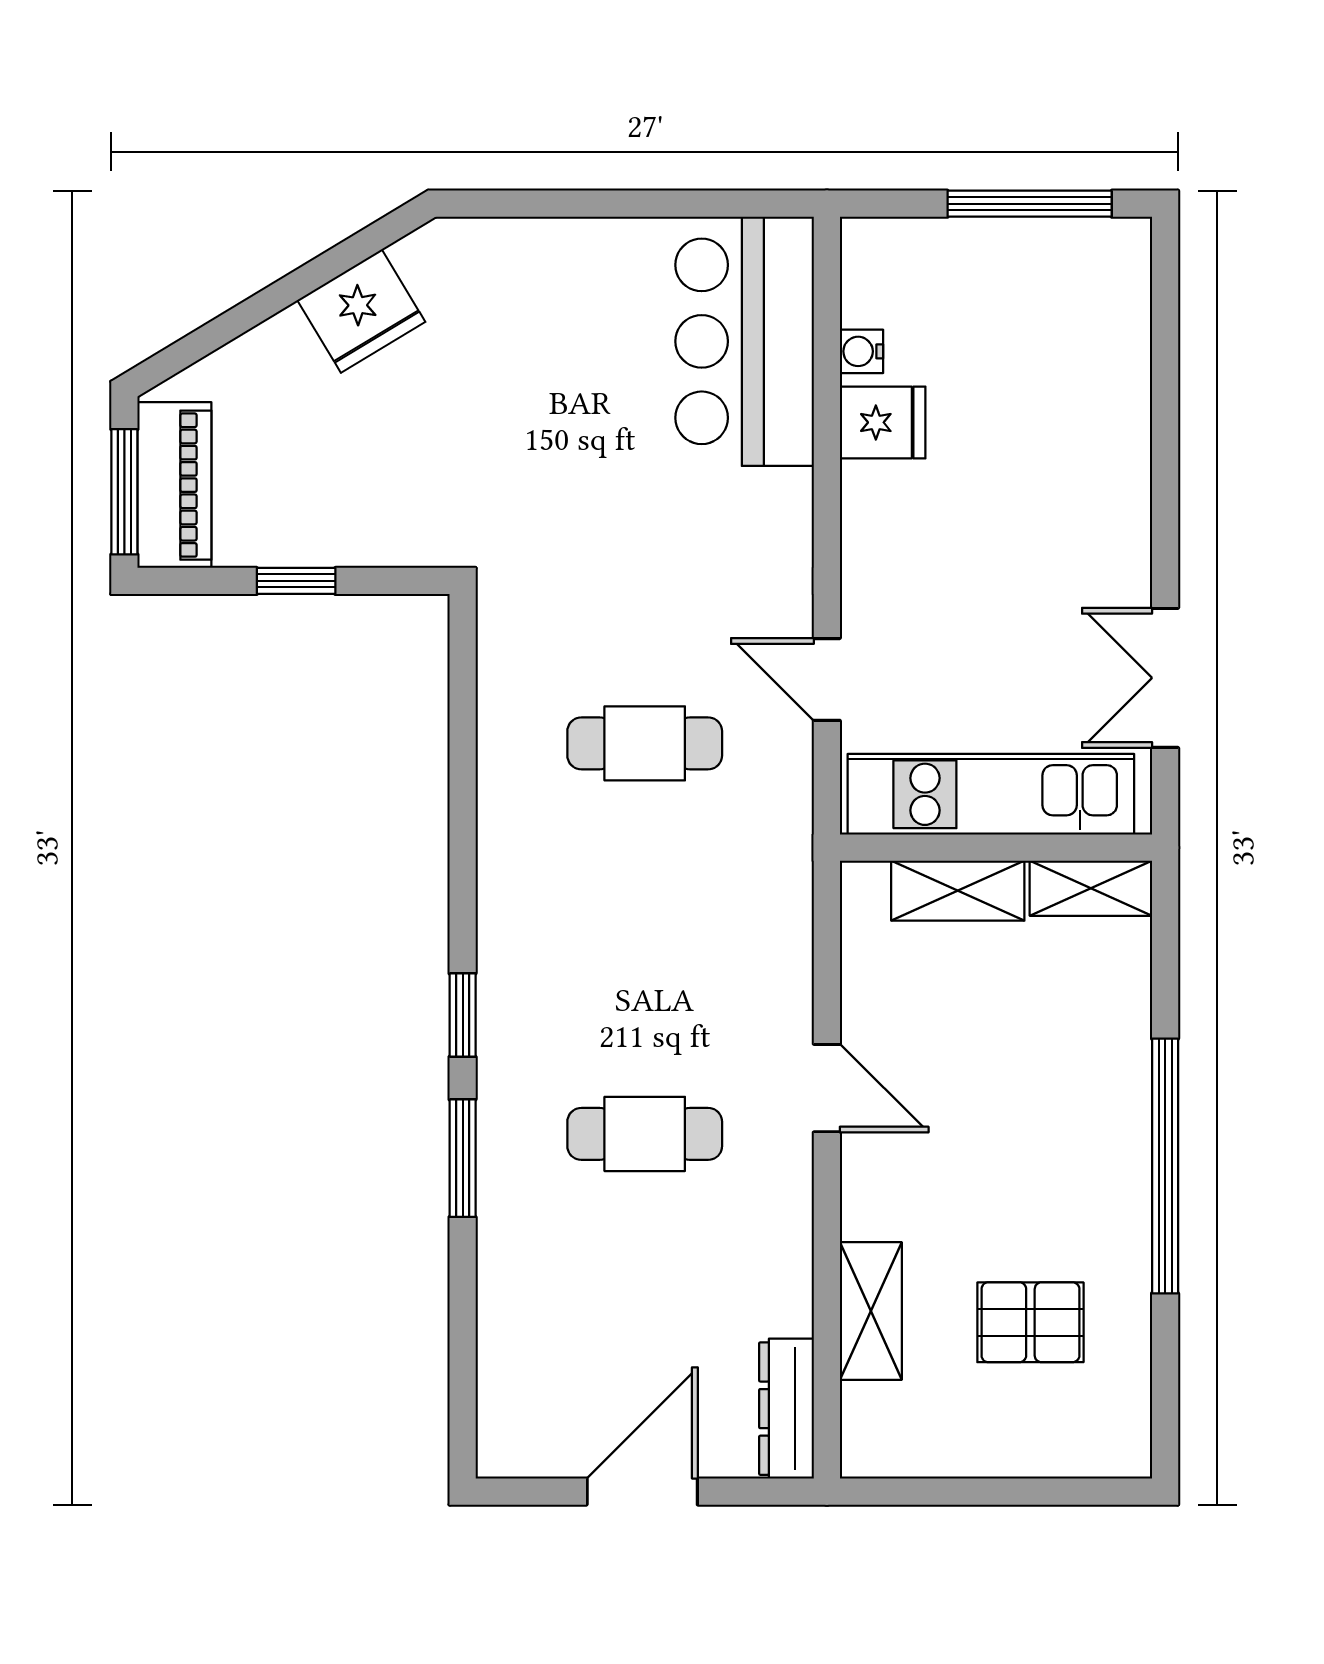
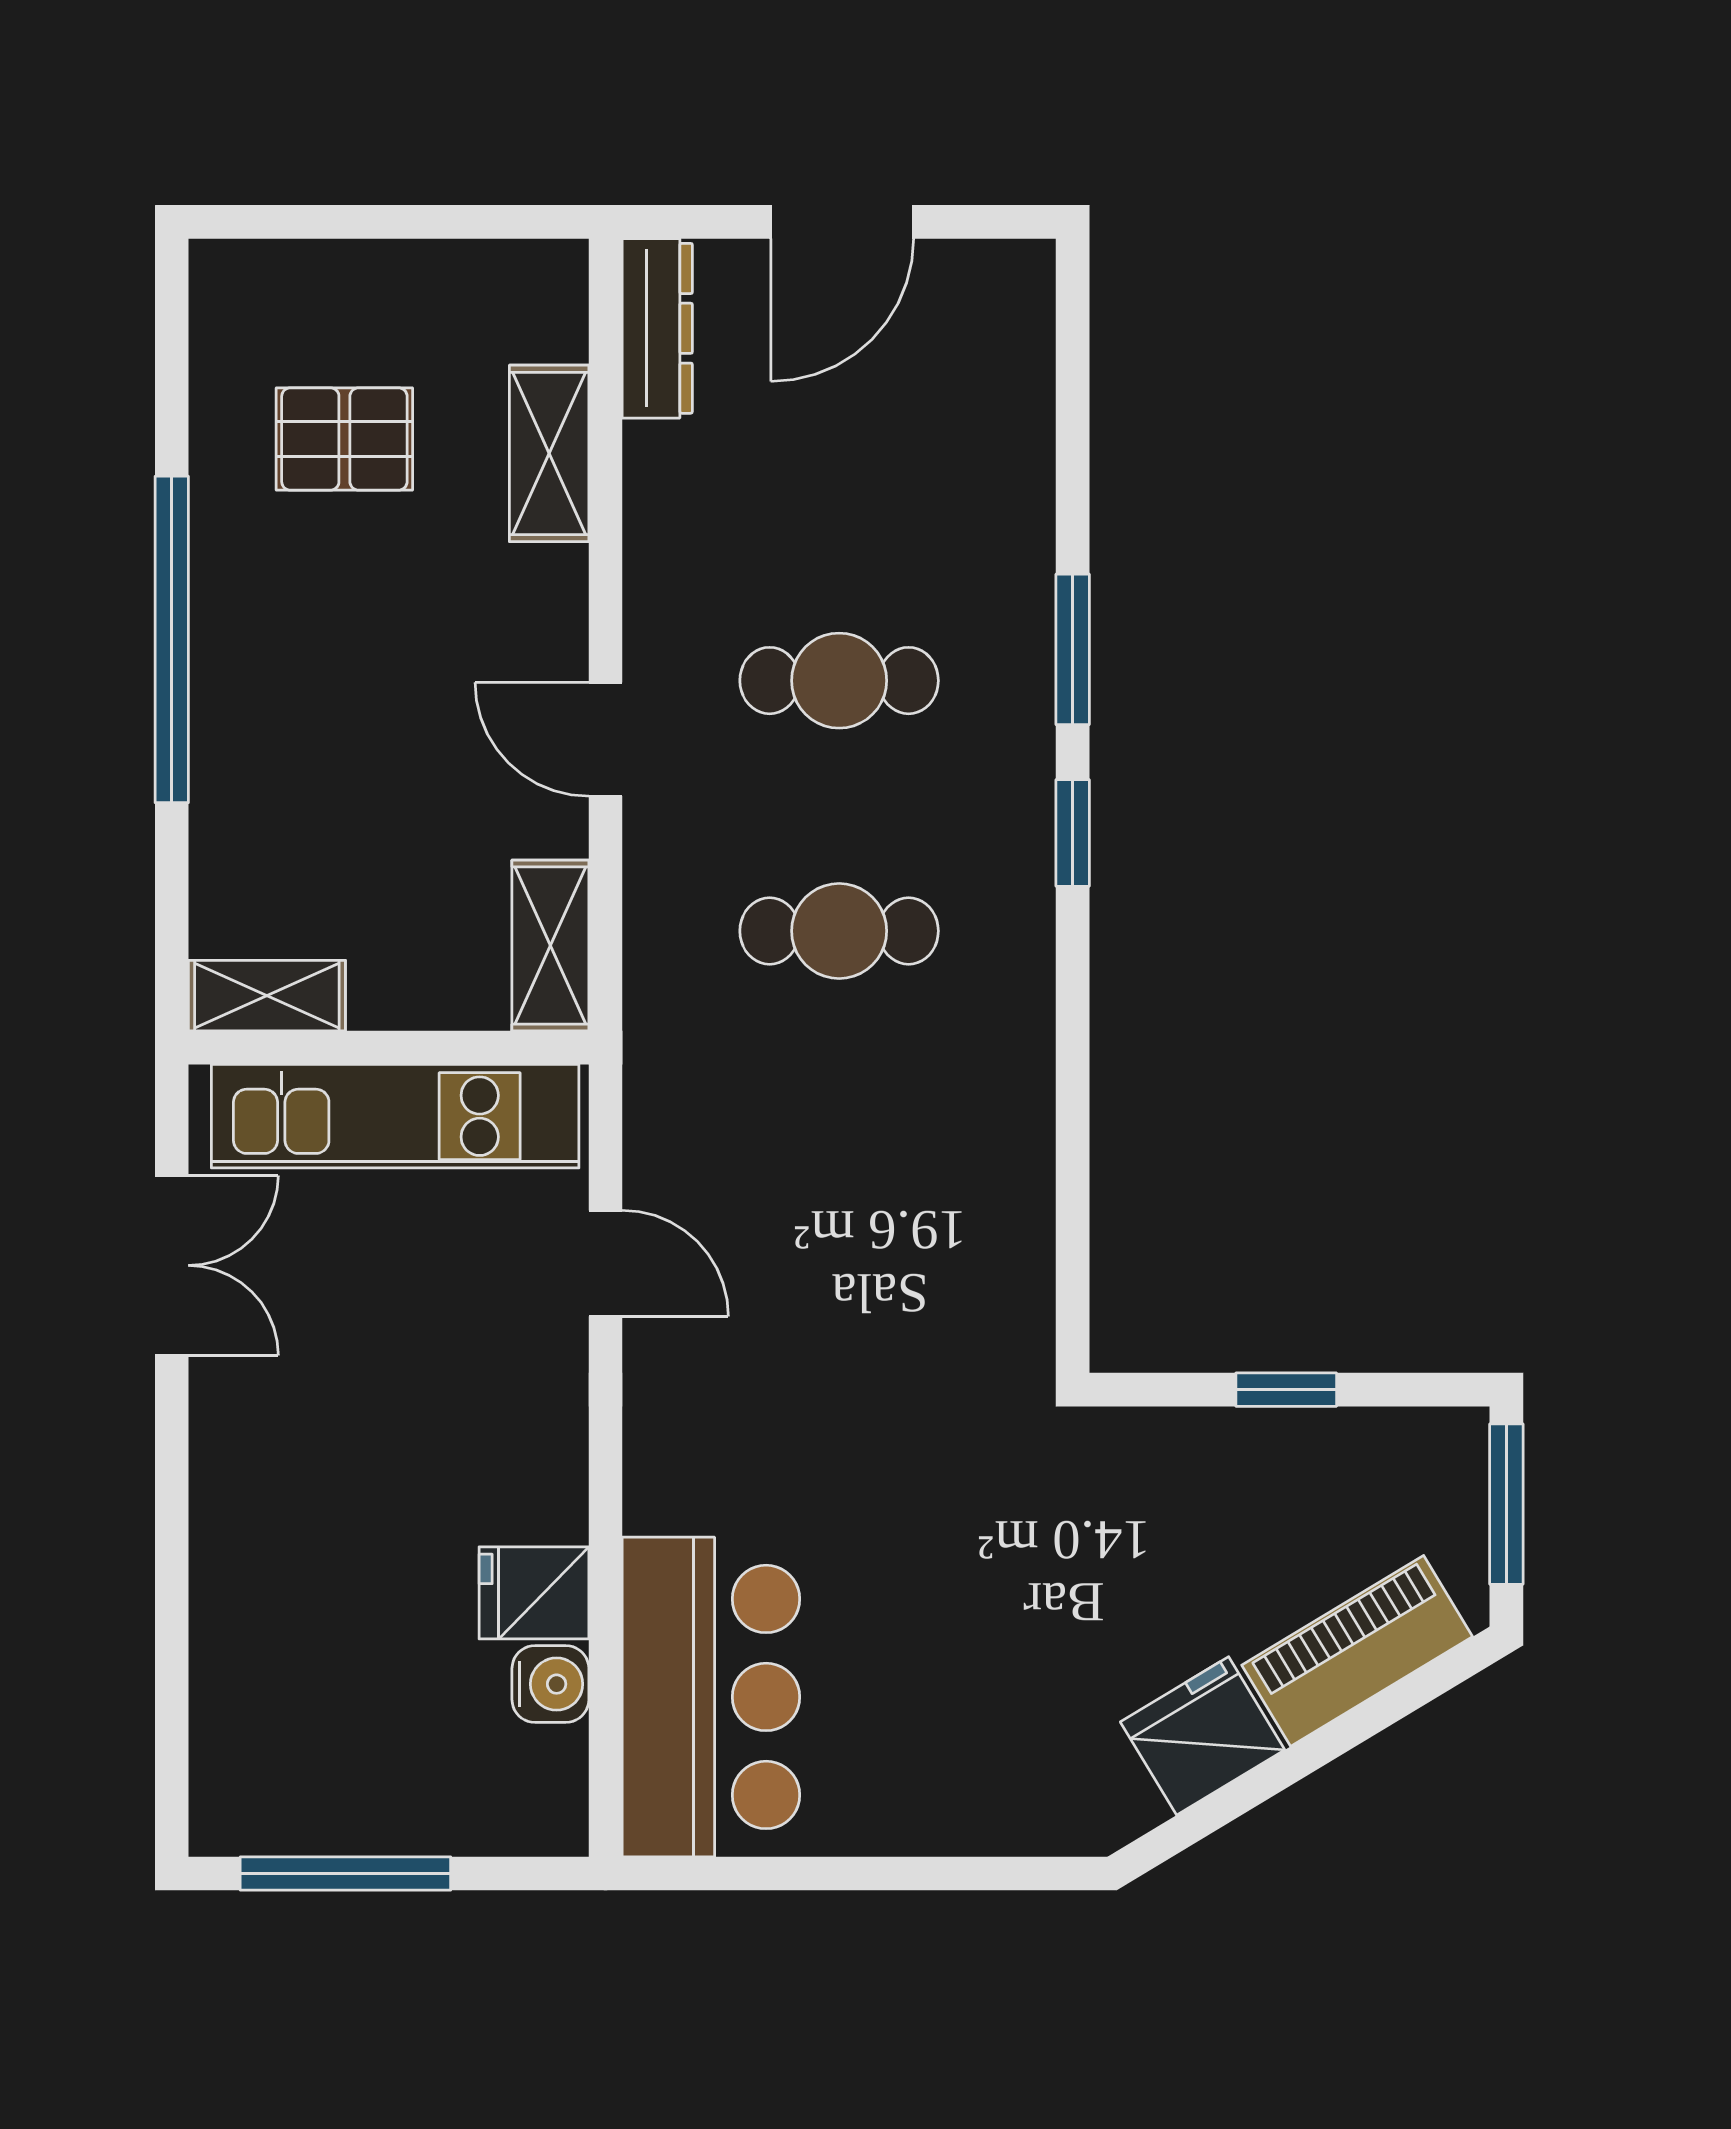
water cooler: (862, 351) -> (550, 1684), width x1.38, depth x1.38
piano: (174, 485) -> (1357, 1651), moved, turned 59
cafe table: (645, 743) -> (839, 931), moved
shelving: (958, 891) -> (550, 946), moved, turned 90

